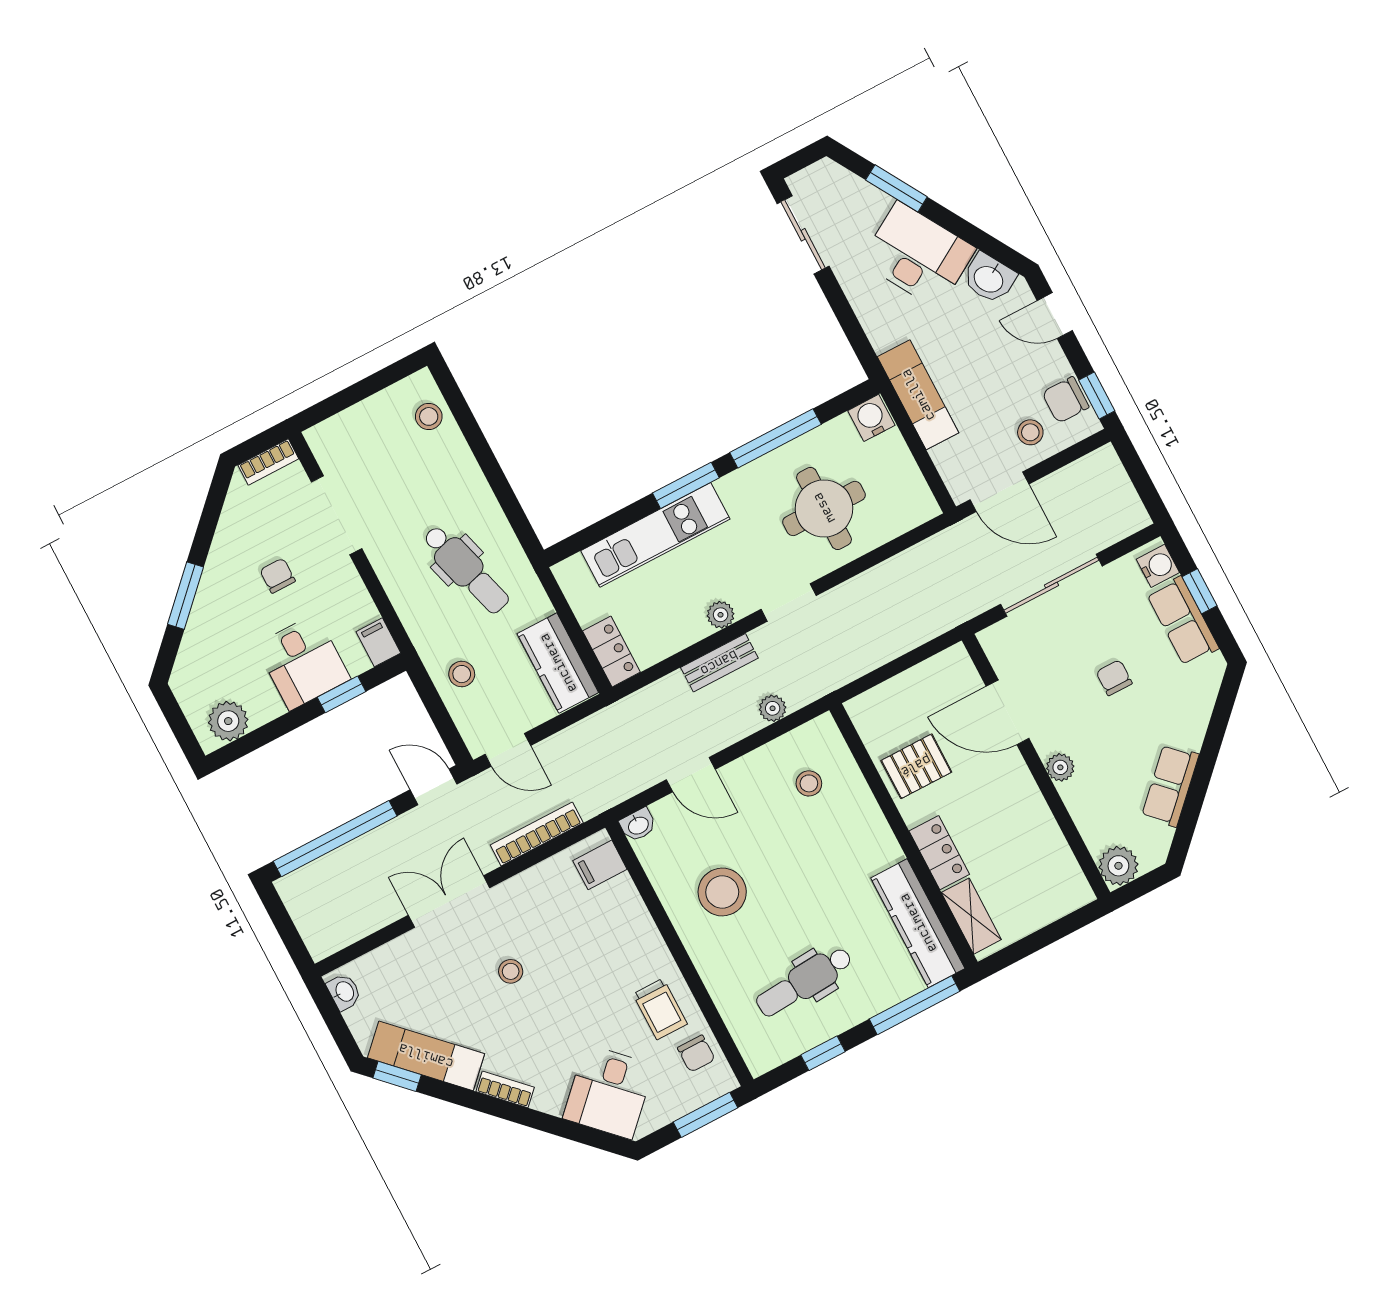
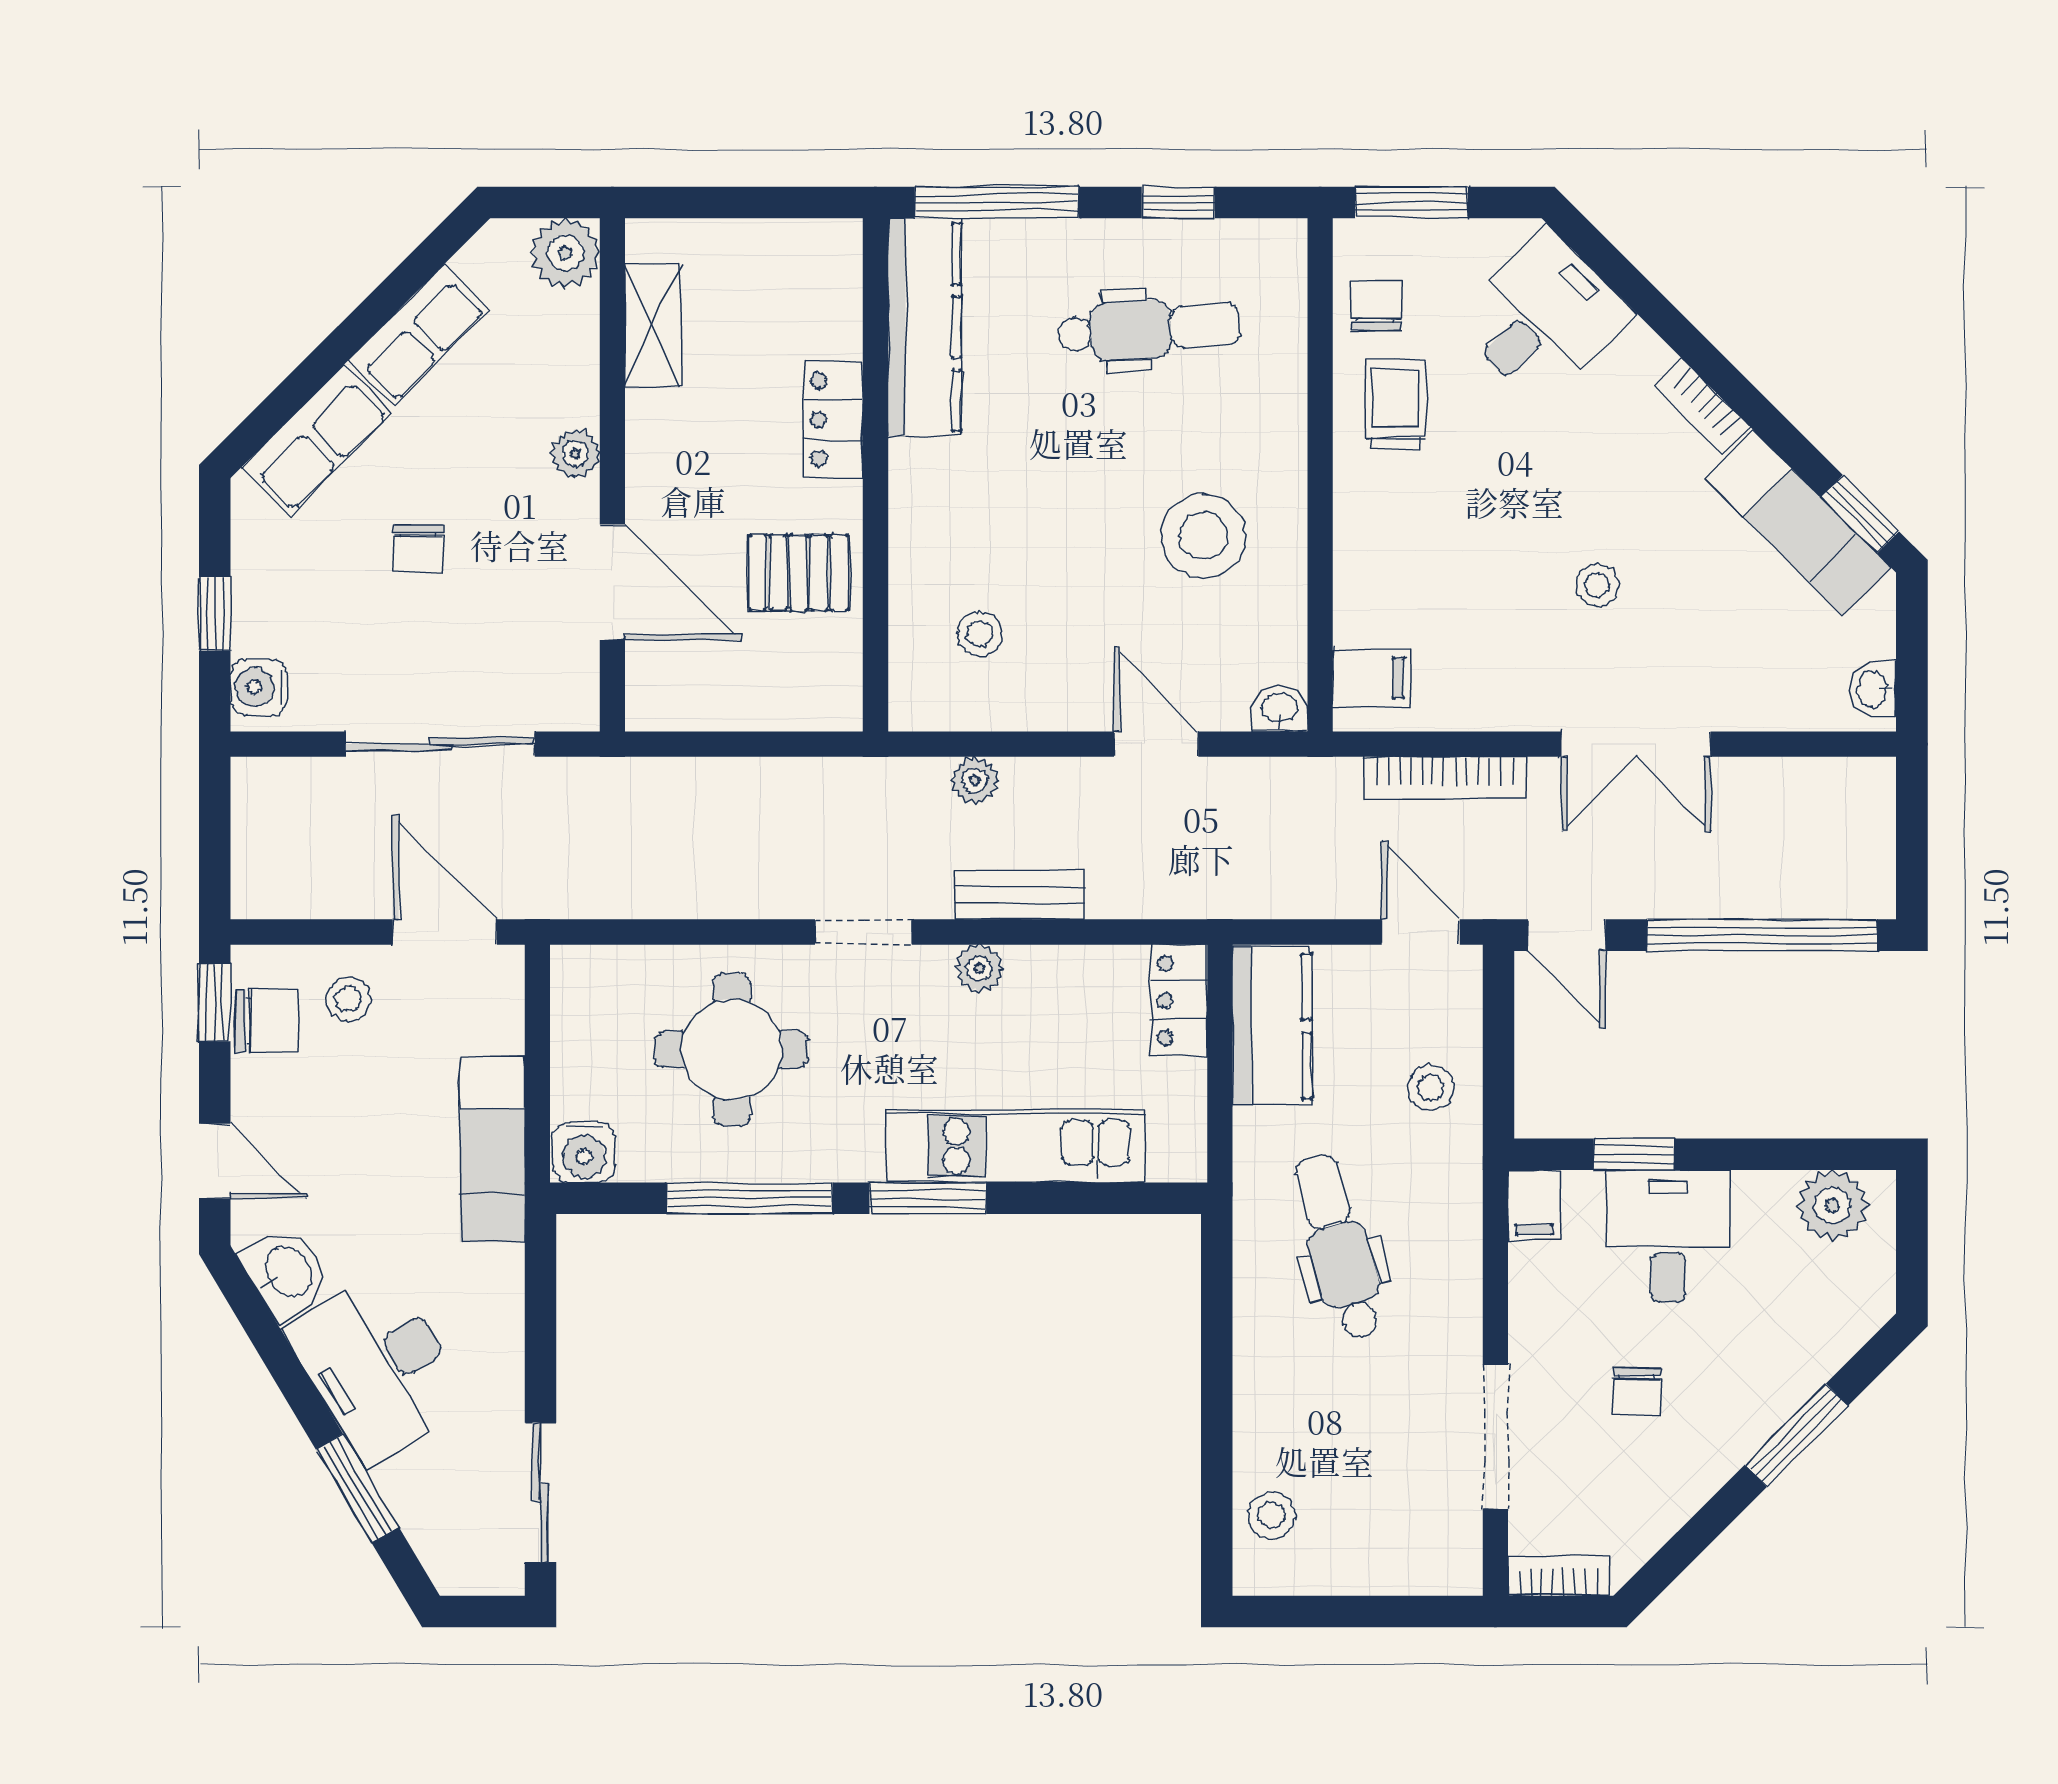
row of seats: (1183, 621) -> (317, 440), moved, turned 45
shelving: (971, 916) -> (653, 325), moved

